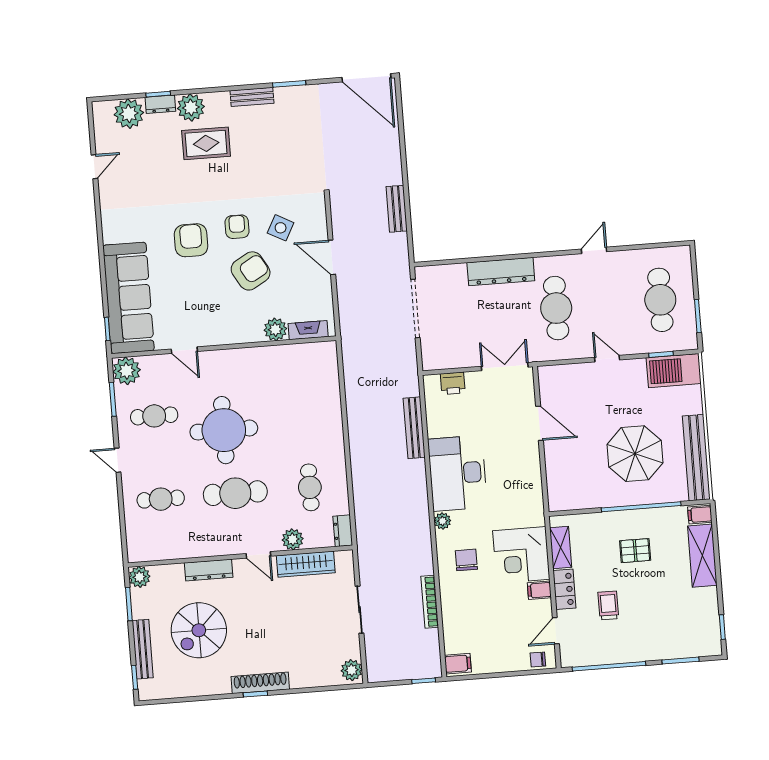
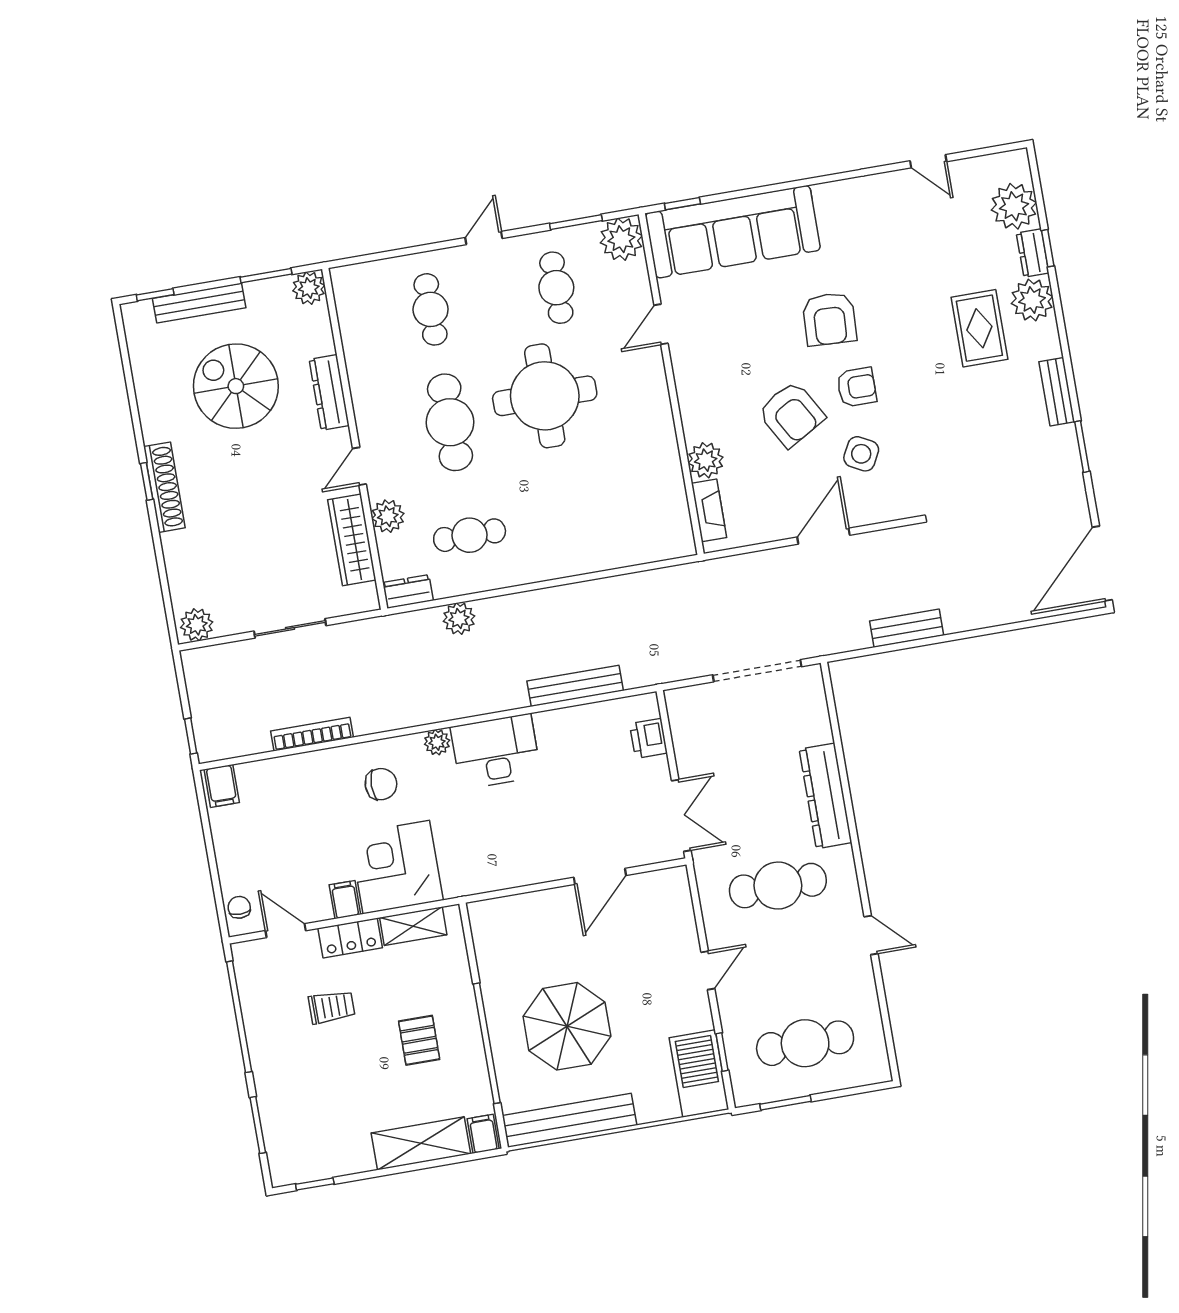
armchair: (191, 240) -> (830, 319), turned 93
desk: (458, 473) -> (496, 752), width x0.73, depth x0.77
plant: (363, 499) -> (459, 619), added

